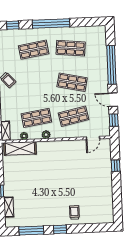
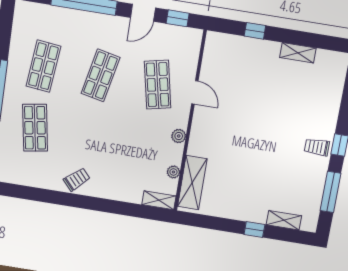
shop shelf: (36, 118) -> (148, 146), removed
door: (93, 138) -> (195, 92), moved
shelving: (108, 193) -> (298, 53), added
trolley: (74, 212) -> (317, 147), moved

